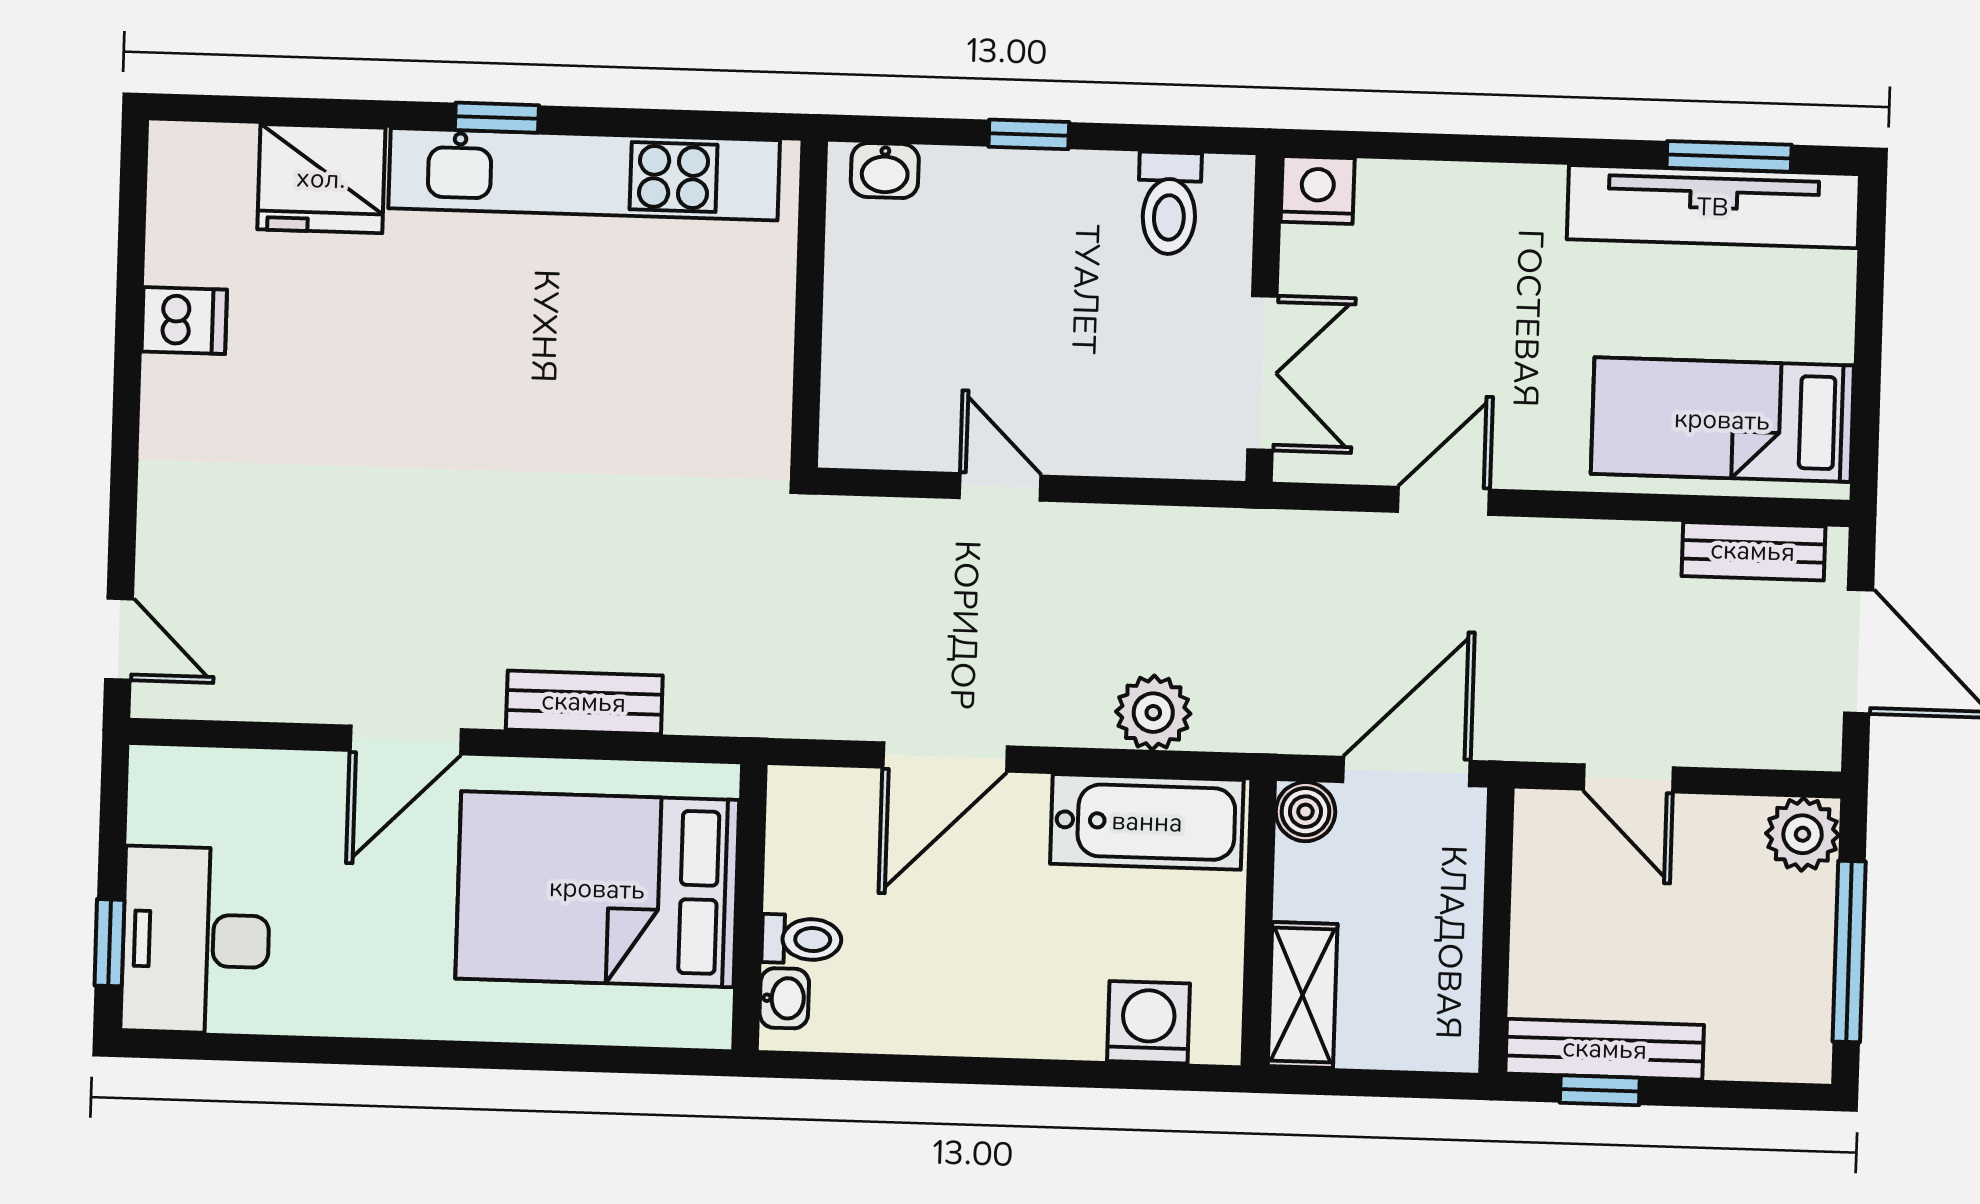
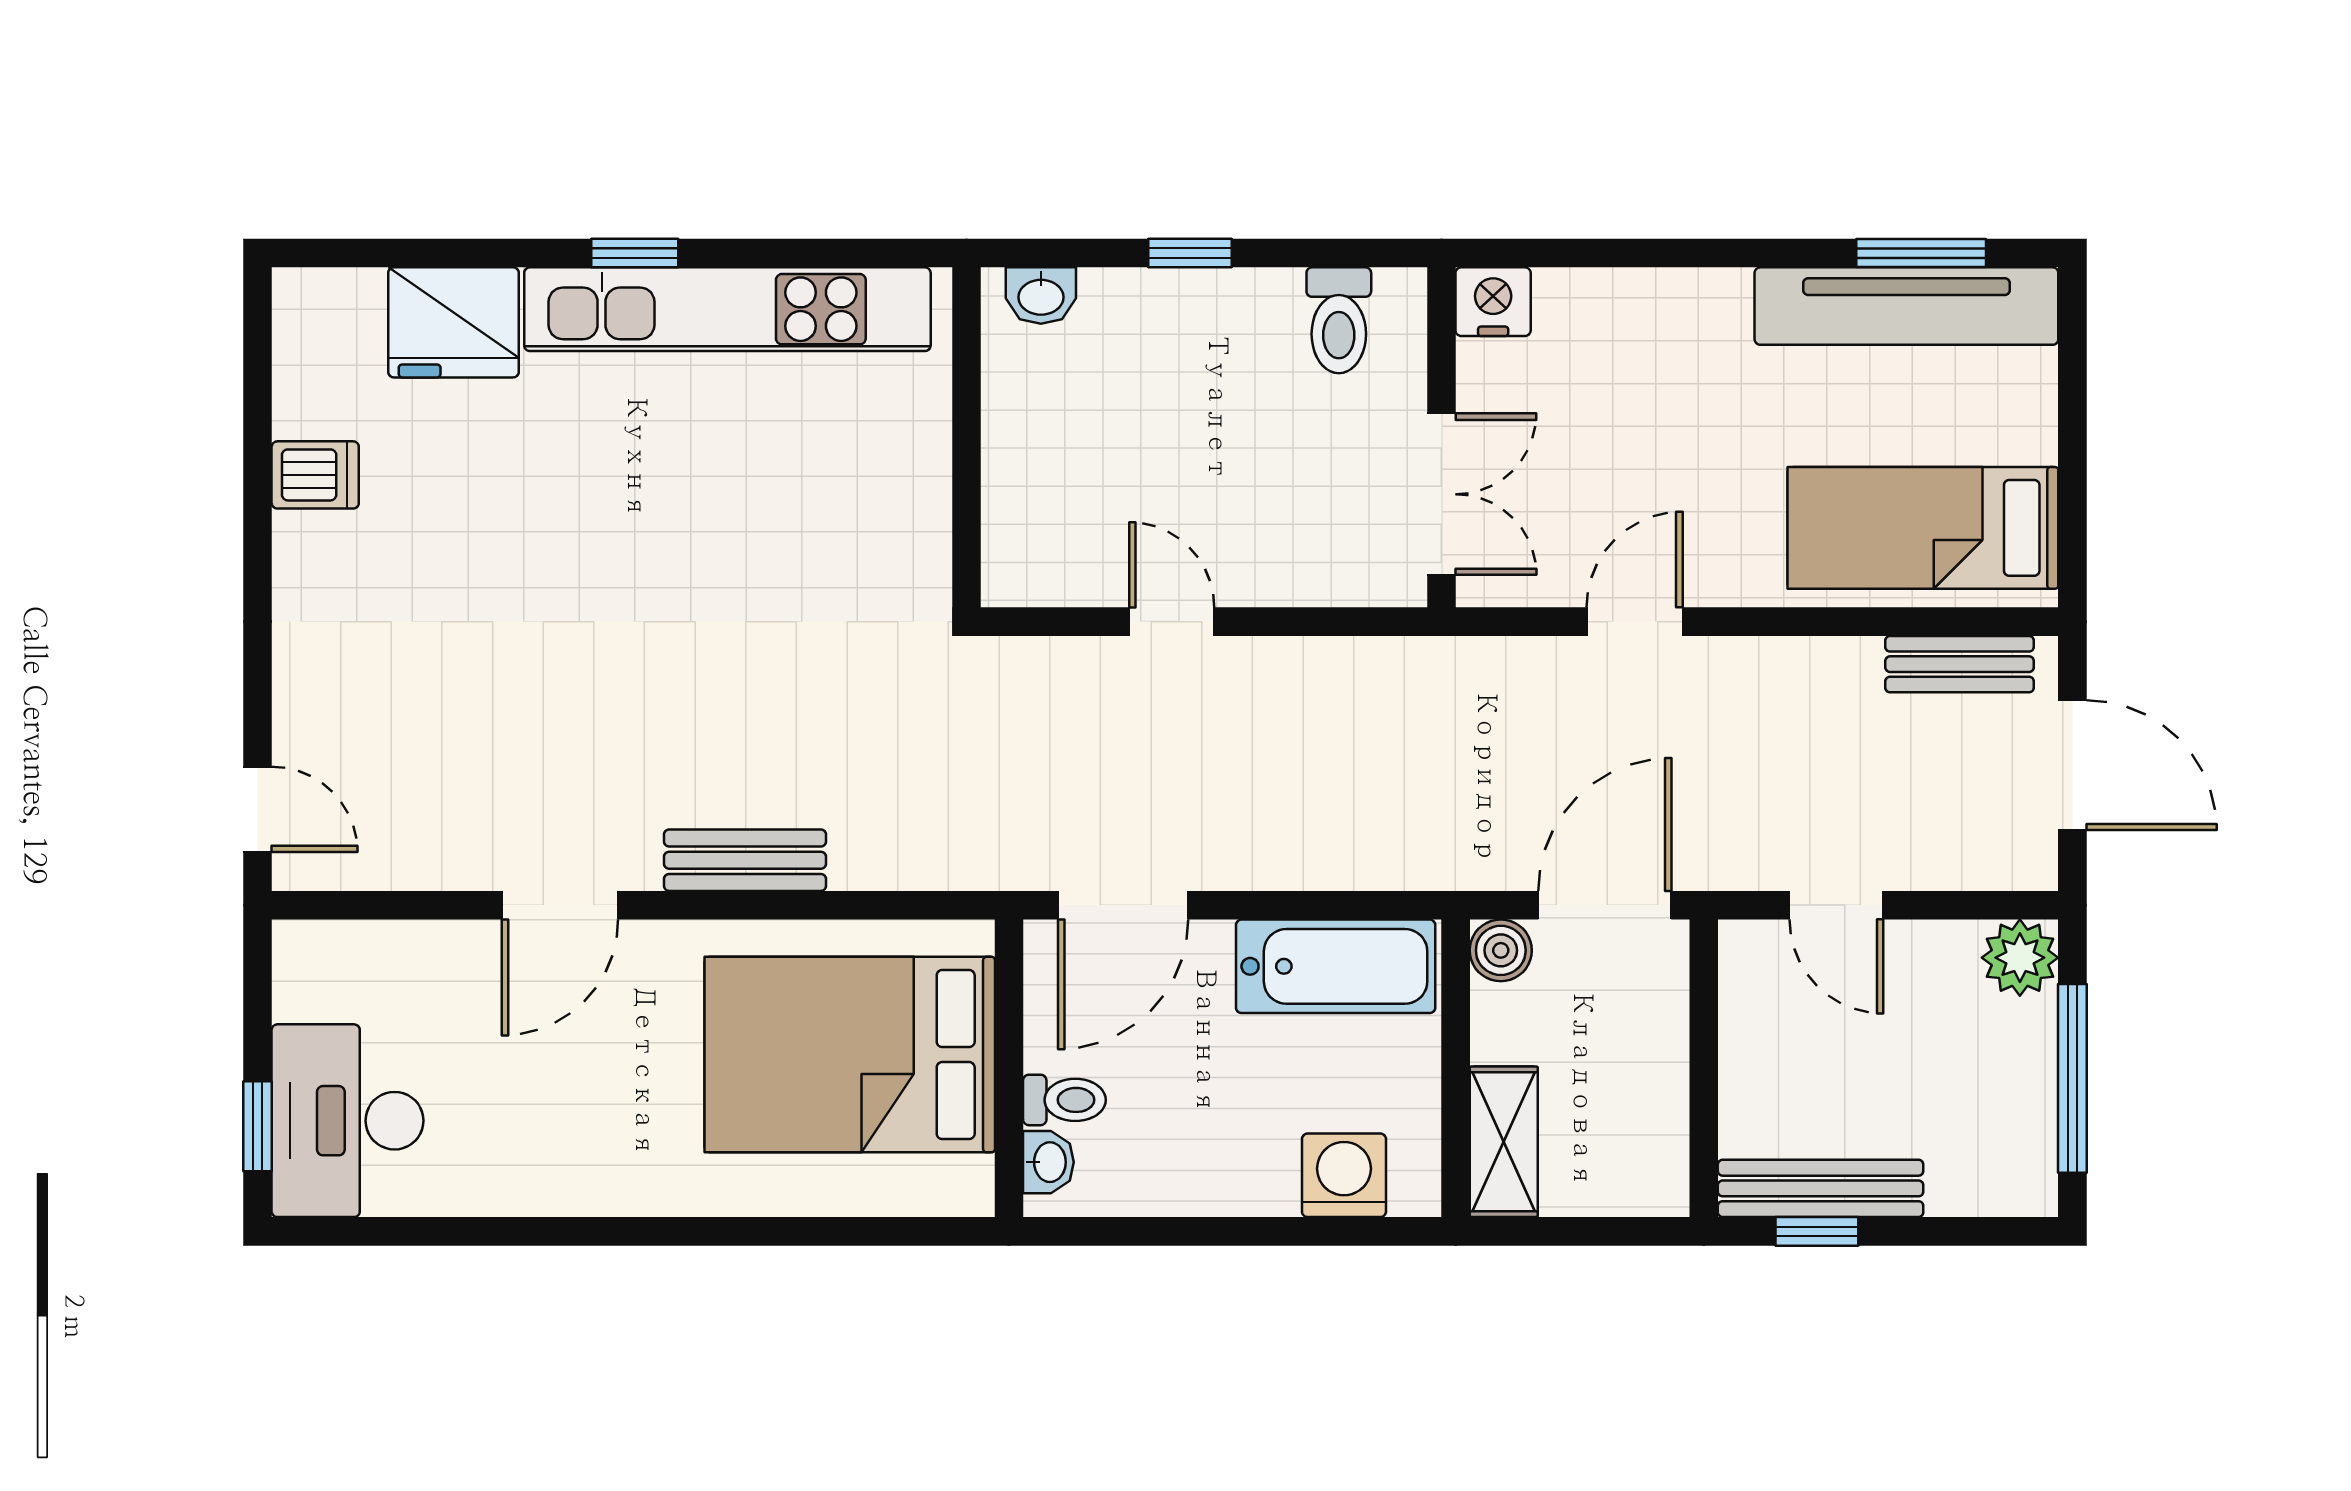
plant: (1153, 713) -> (1339, 852), removed
bed: (597, 889) -> (850, 1055), moved
wall: (749, 907) -> (1009, 1068), moved
toilet: (802, 939) -> (1064, 1100), moved
washbasin: (784, 998) -> (1048, 1162), moved

